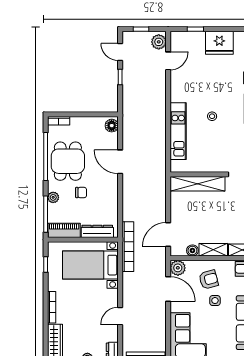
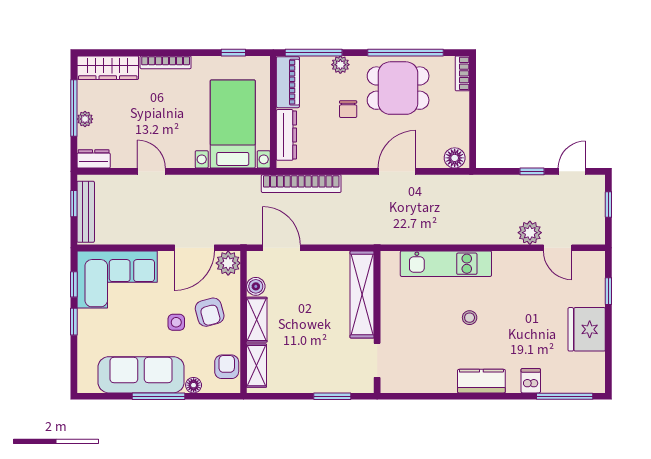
plant: (159, 42) -> (530, 233), moved
bookcase: (128, 247) -> (301, 184), moved

